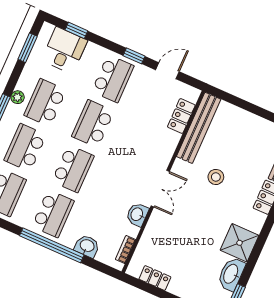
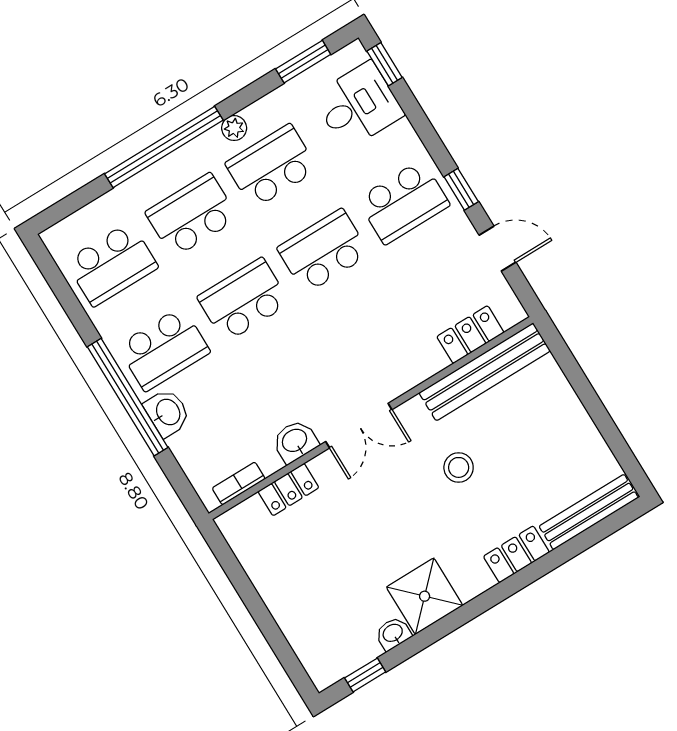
window: (76, 30) -> (385, 64), moved
school desk: (73, 169) -> (244, 300), turned 180
washbasin: (87, 246) -> (167, 413), moved
washbasin: (231, 274) -> (393, 633), width x0.52, depth x0.69
locker: (155, 278) -> (288, 490), moved, turned 90

